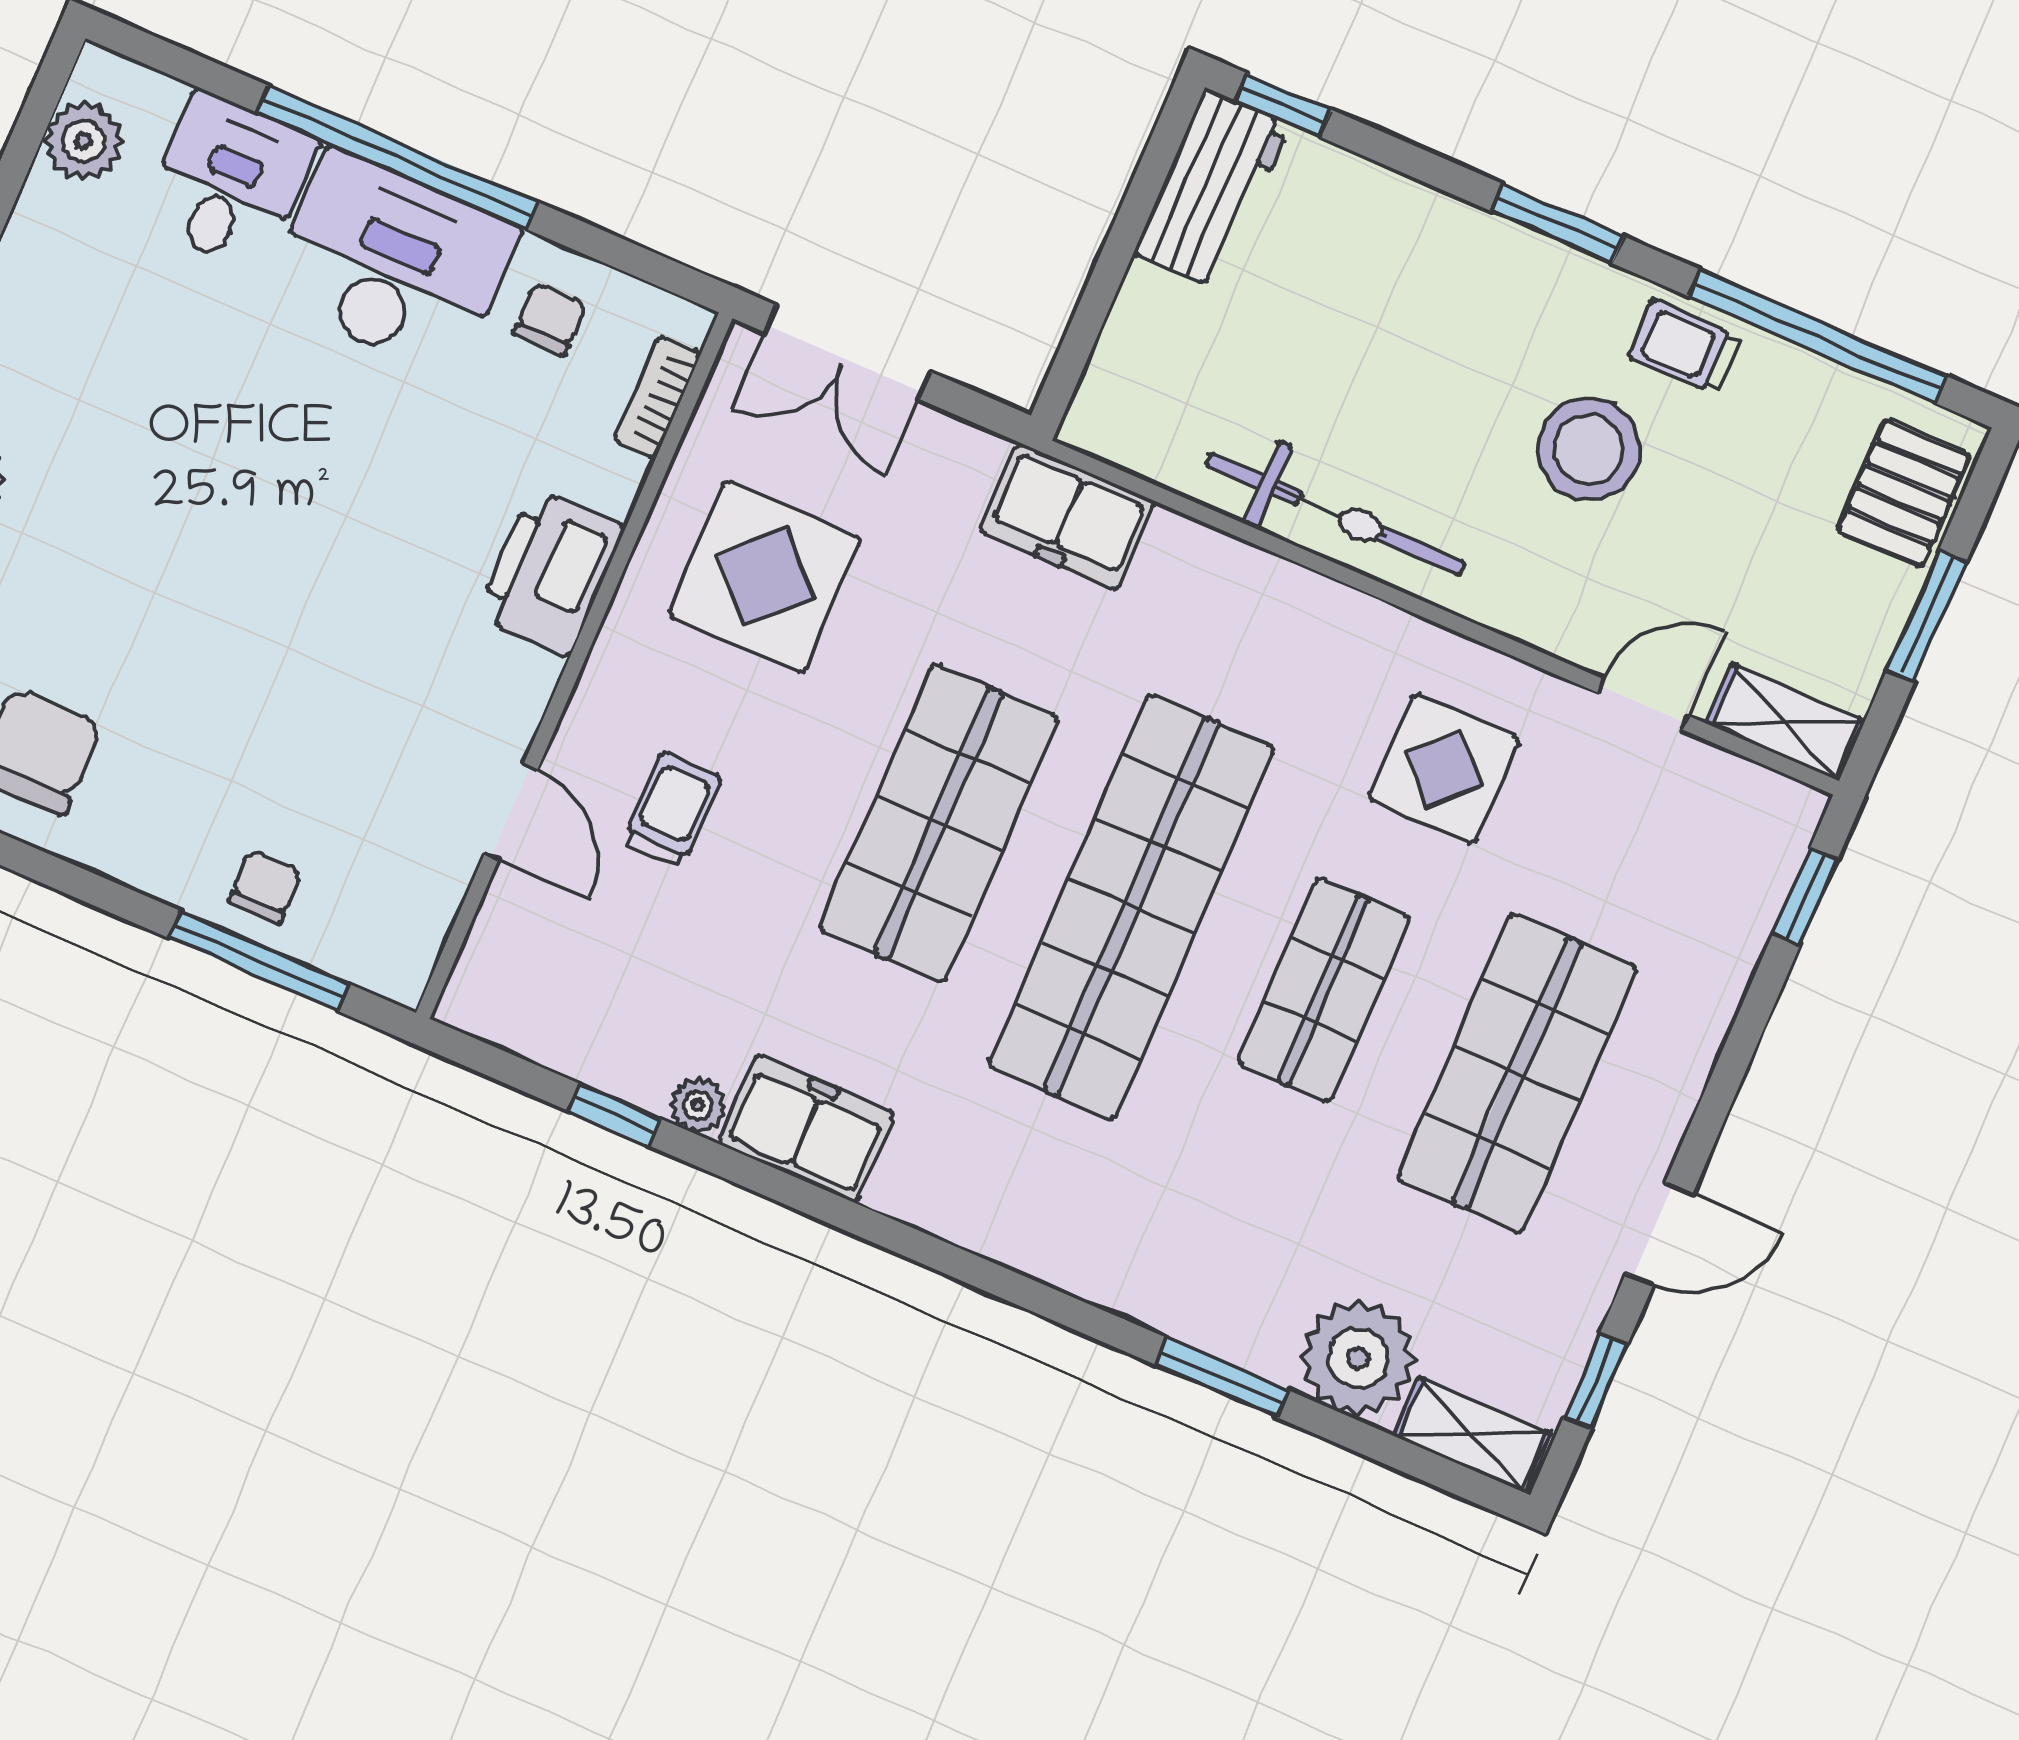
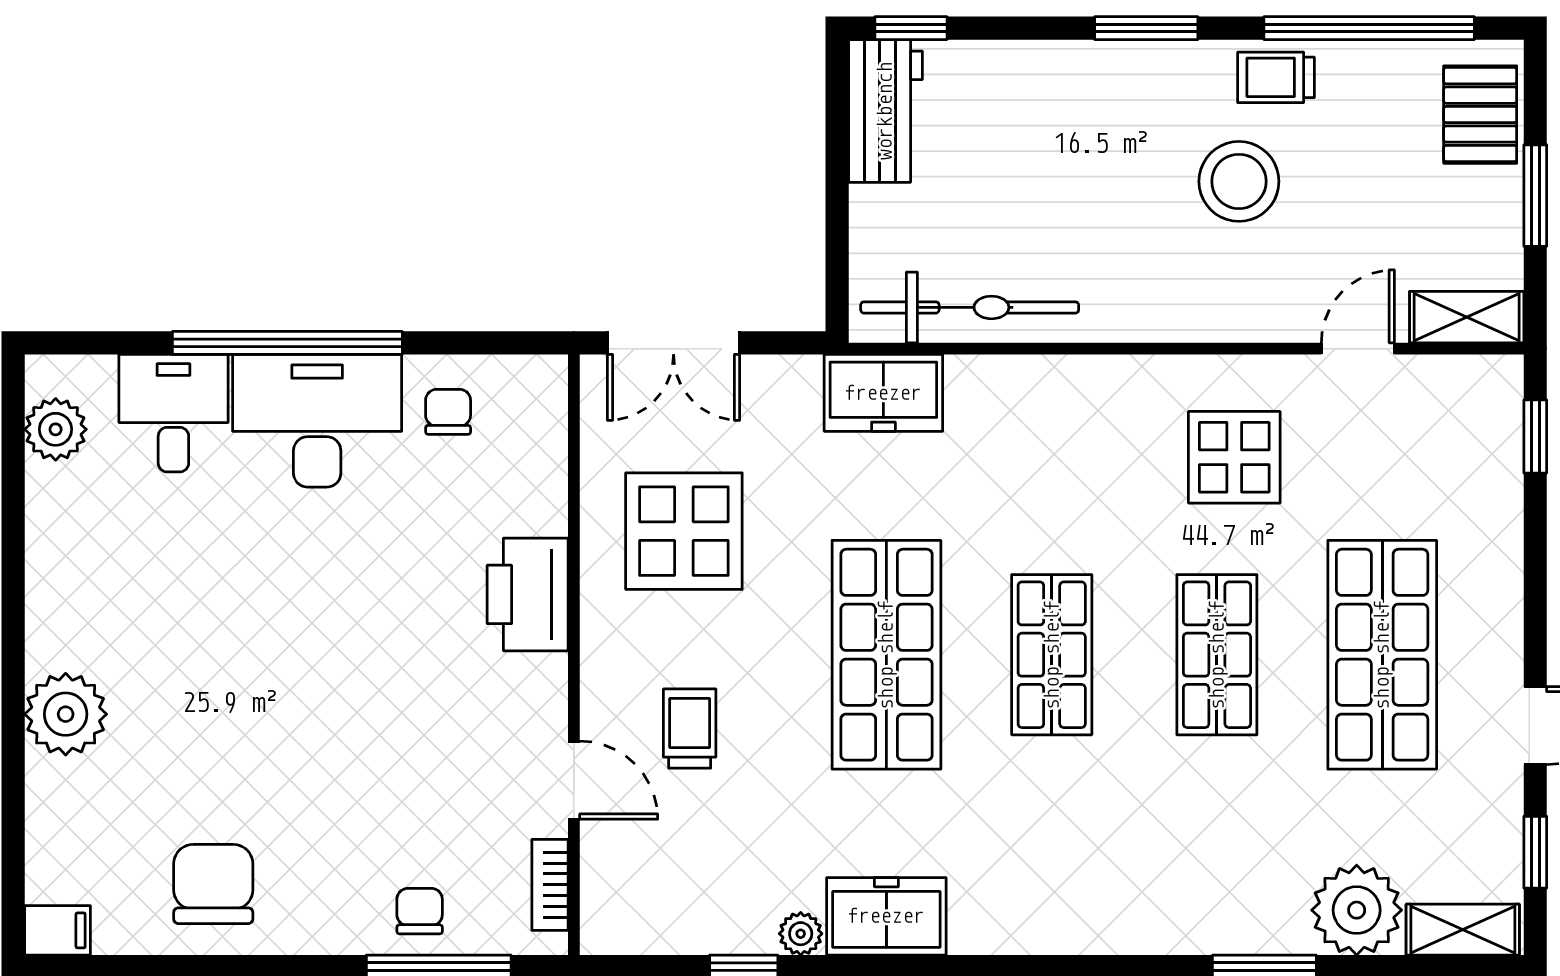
bookcase: (657, 397) -> (550, 885), moved
bicycle: (1335, 514) -> (970, 307), moved
shop shelf: (1131, 907) -> (1052, 655), width x0.50, depth x0.74

